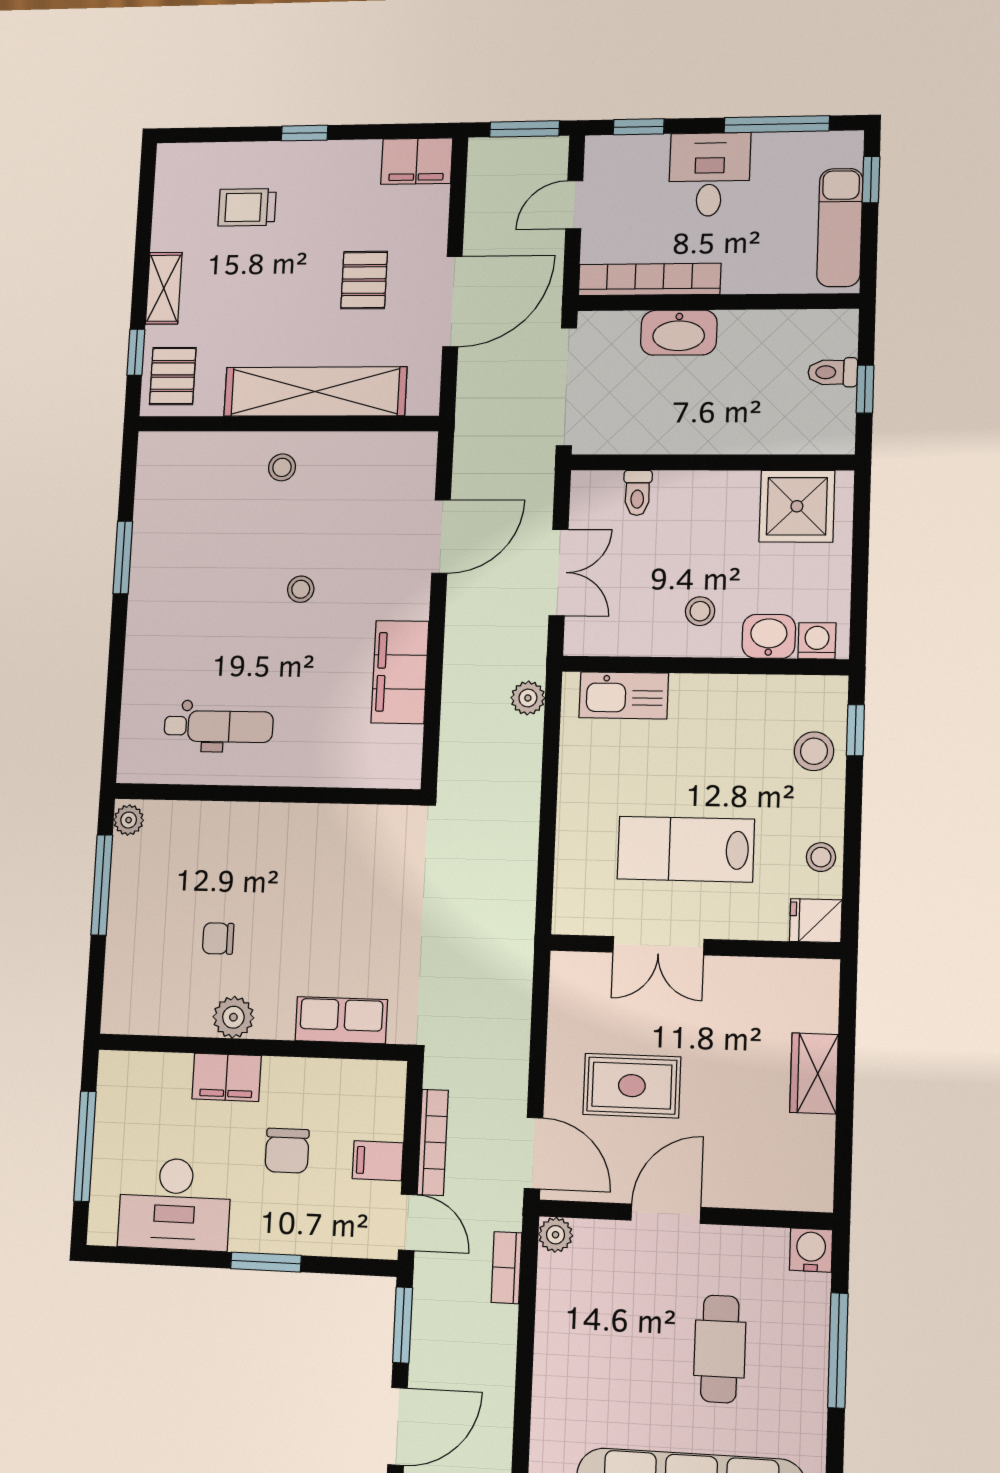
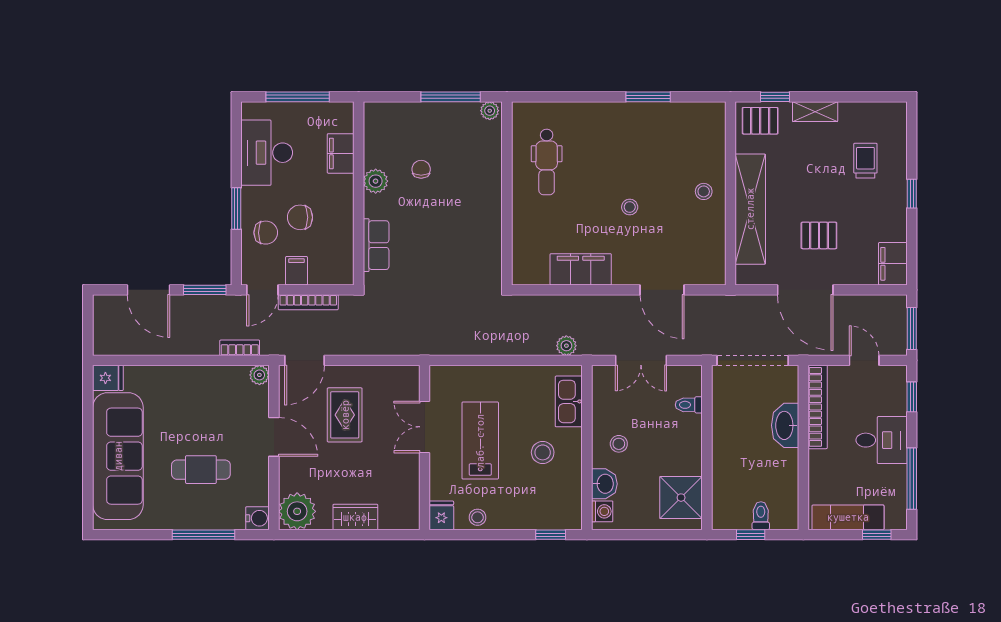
stool: (814, 751) -> (543, 452), moved
filing cabinet: (227, 1077) -> (341, 153), moved
plant: (801, 1178) -> (297, 511), added
chair: (310, 1212) -> (266, 233), added

